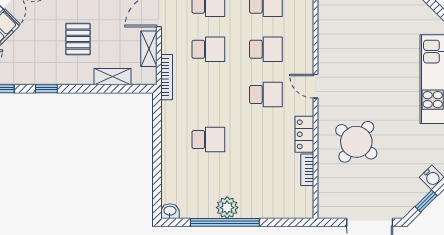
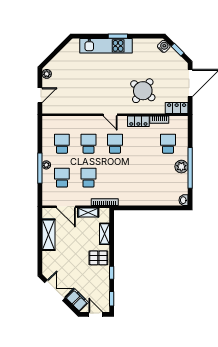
pallet: (78, 39) -> (98, 258), moved
door: (315, 86) -> (110, 115), hinge flipped
school desk: (208, 140) -> (168, 144), moved
locker: (327, 199) -> (177, 108), added

